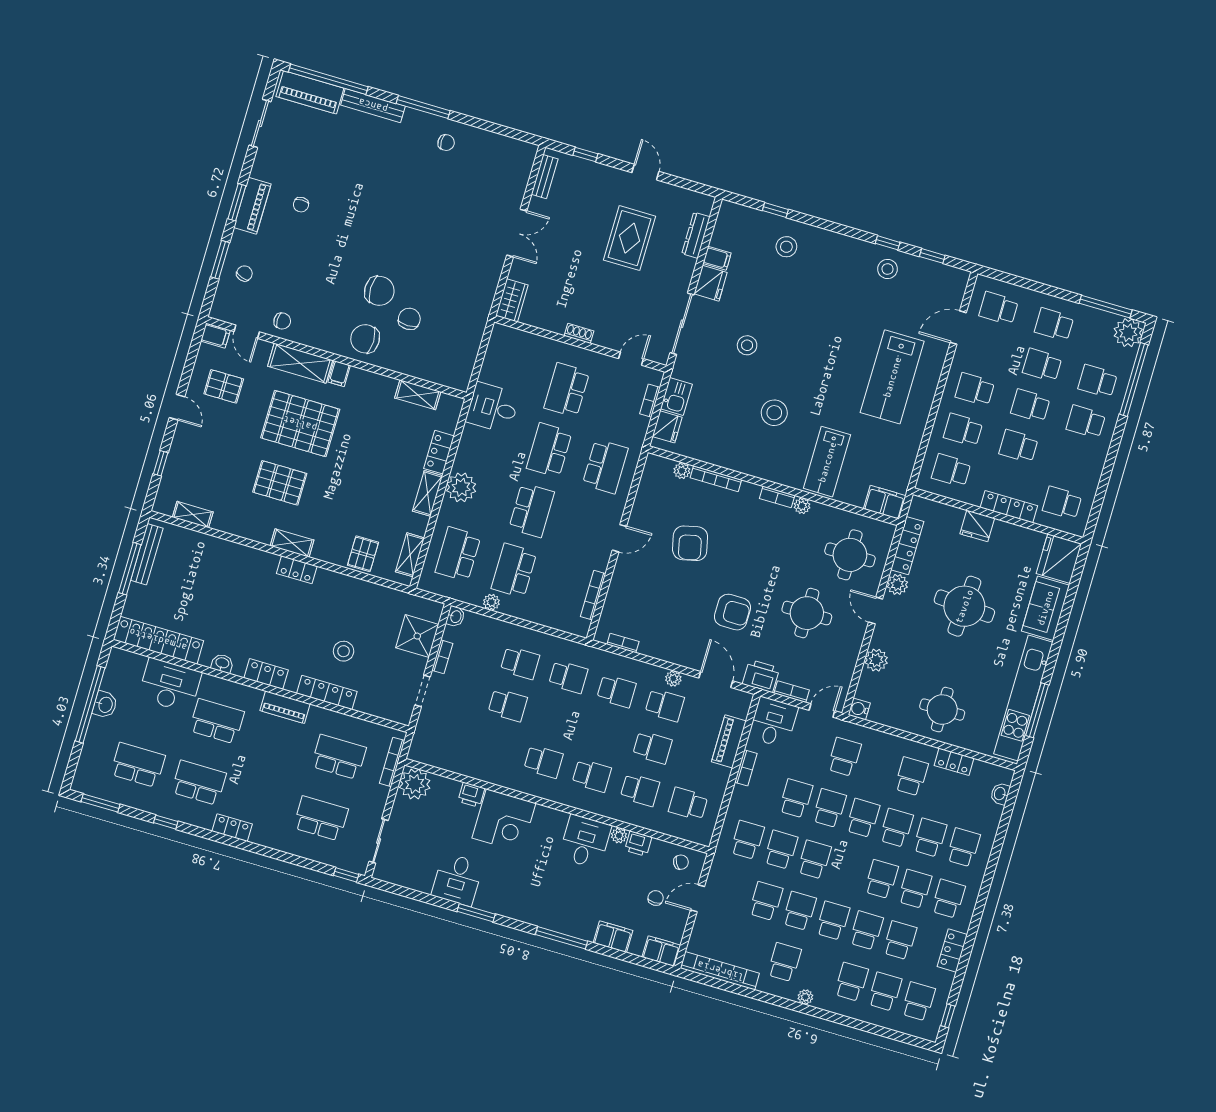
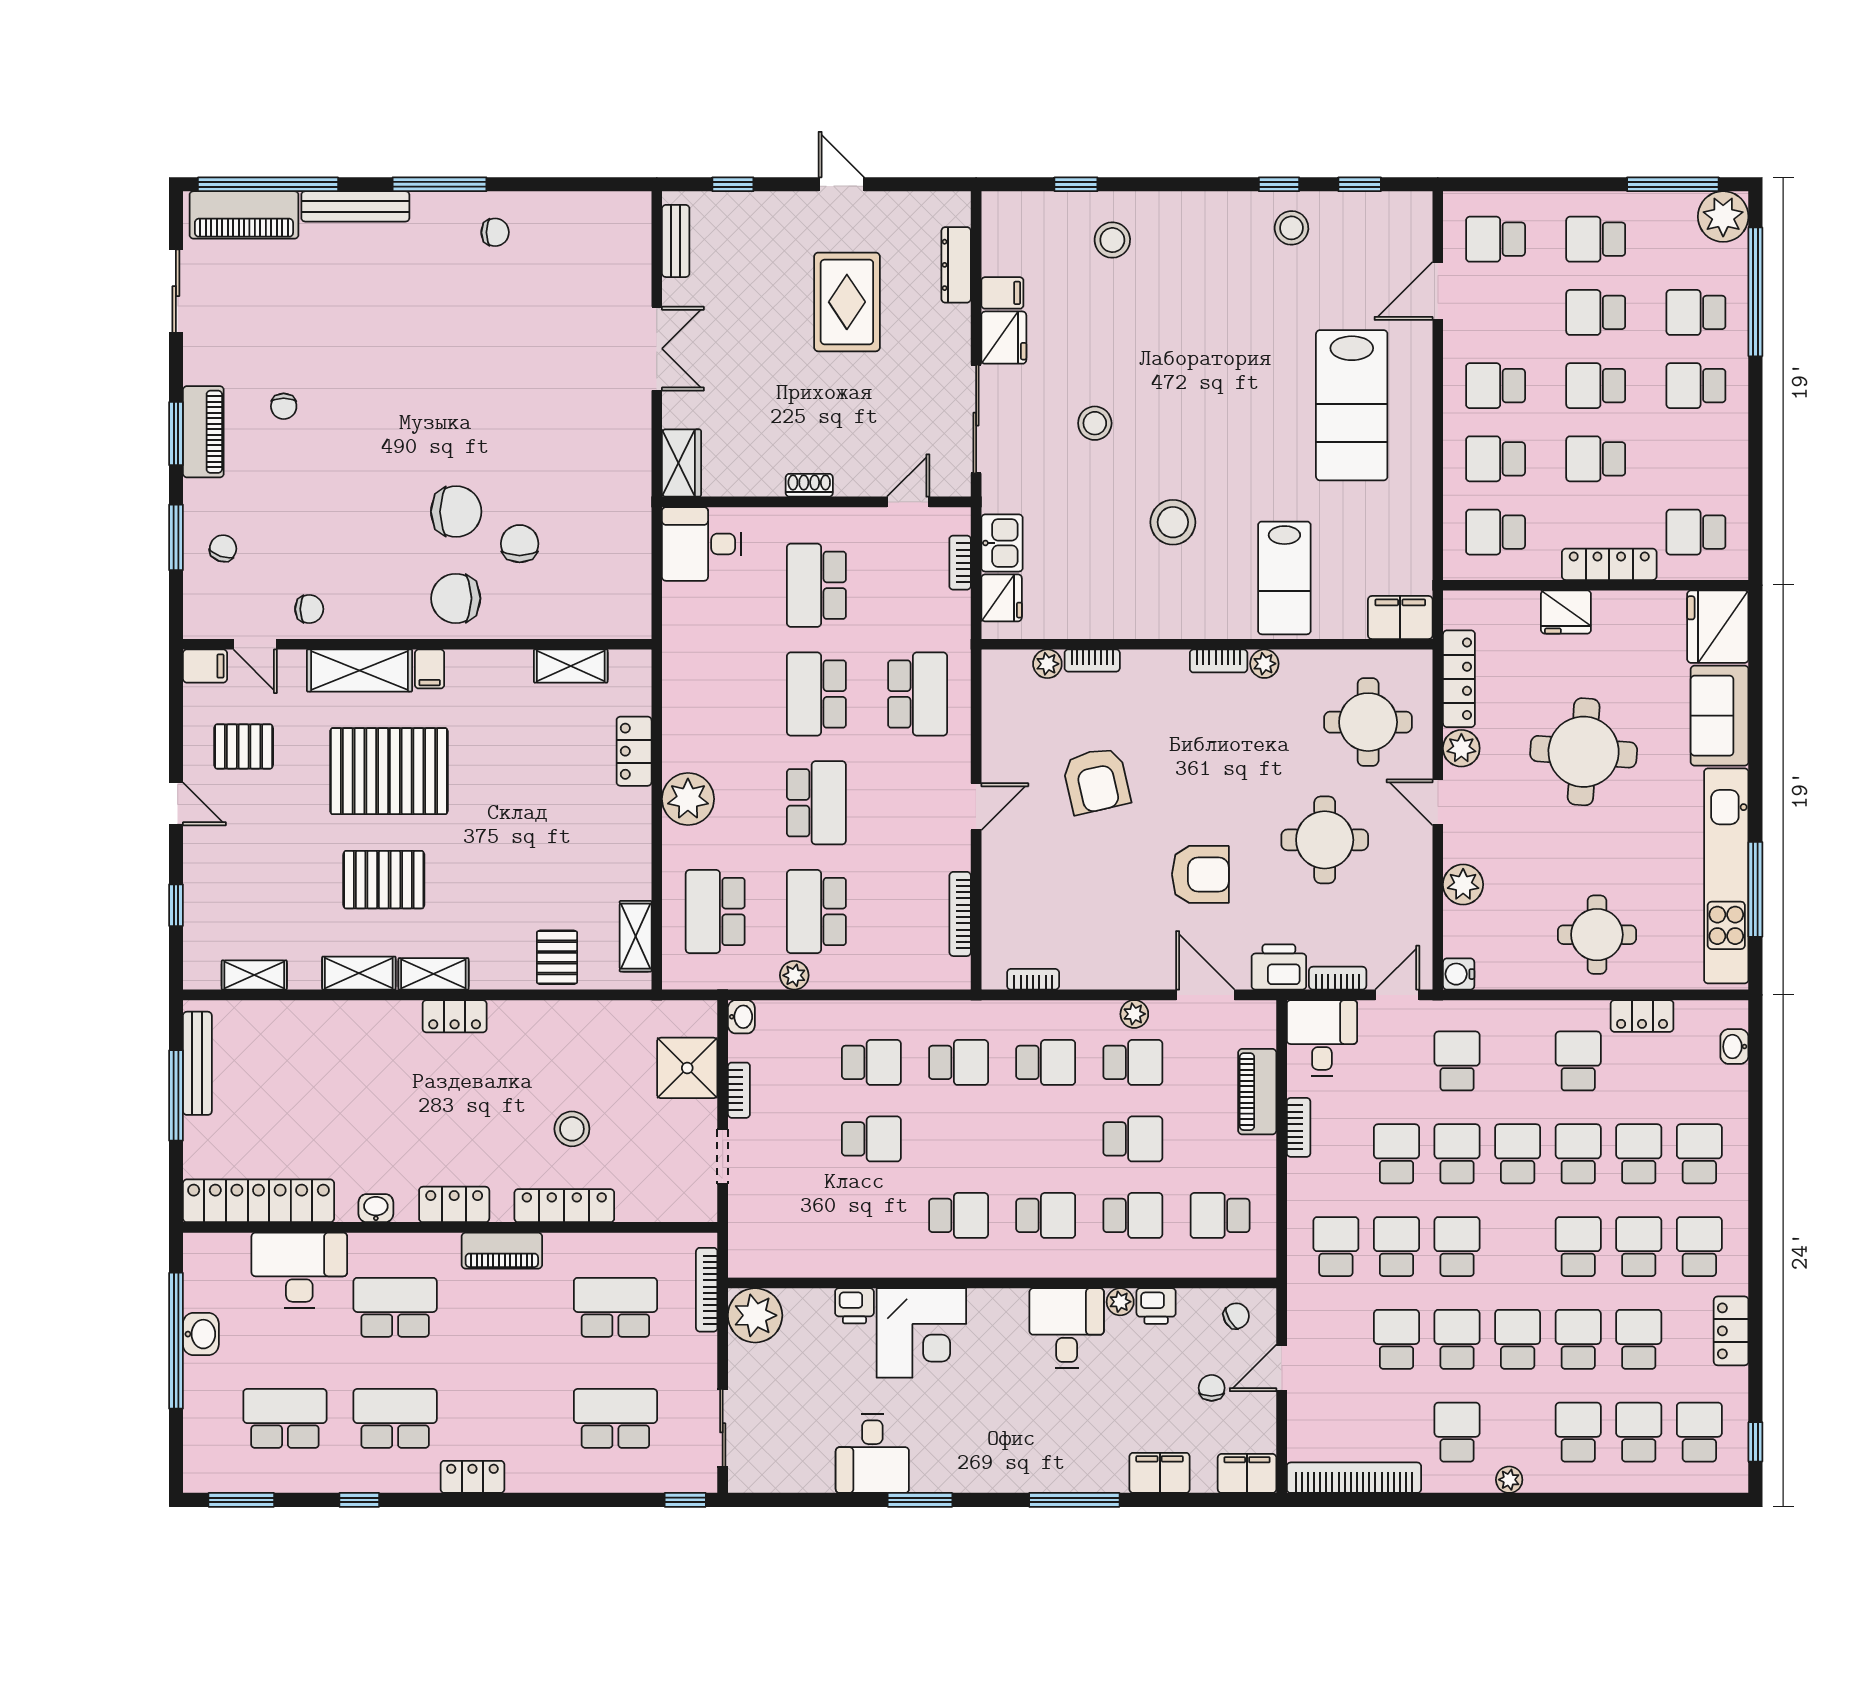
desk: (493, 408) -> (702, 544), moved
bookcase: (716, 479) -> (1092, 661), width x0.64
shelving: (428, 493) -> (359, 973), moved, turned 90

